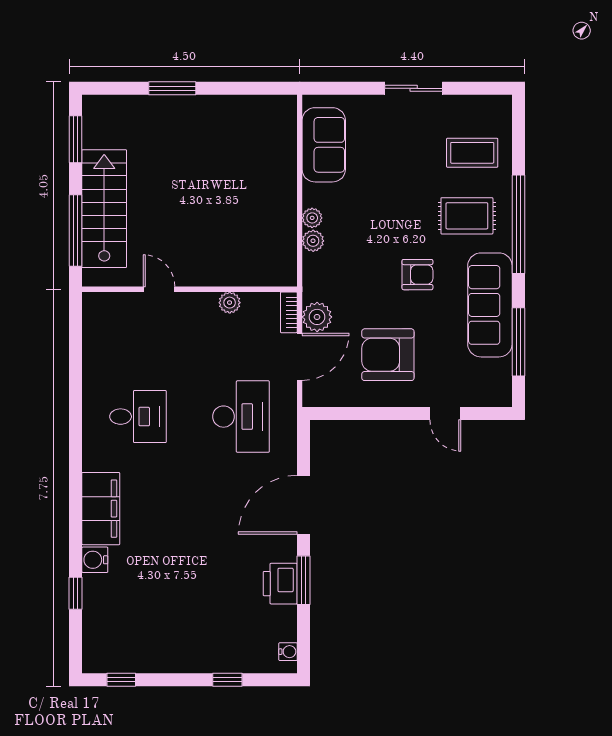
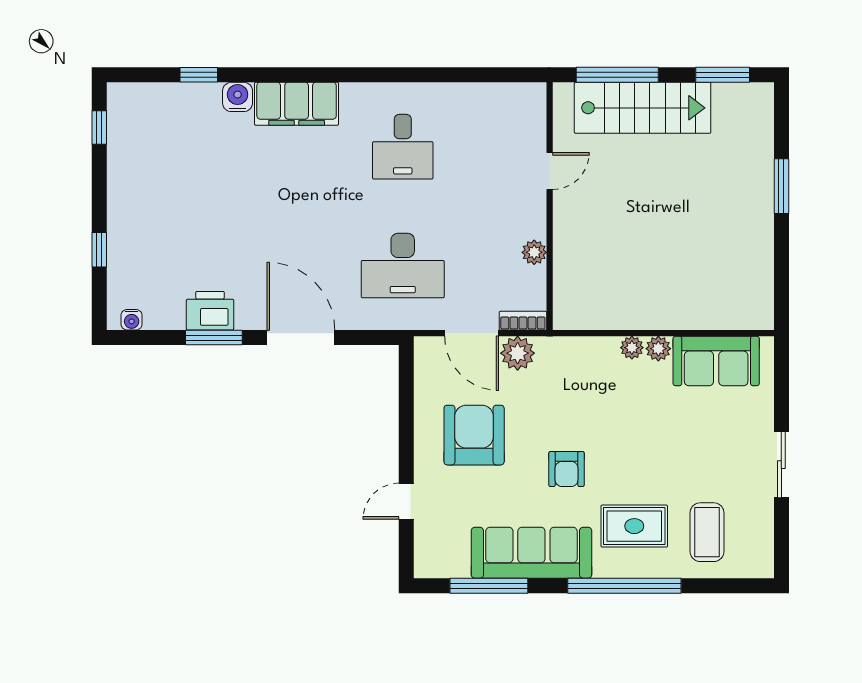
rug: (467, 216) -> (634, 526), turned 90
plant: (313, 241) -> (658, 349), moved

